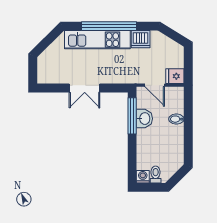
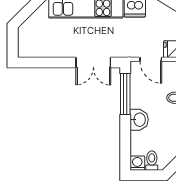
double door: (85, 88) -> (93, 63), moved
washbasin: (144, 119) -> (139, 120), moved

